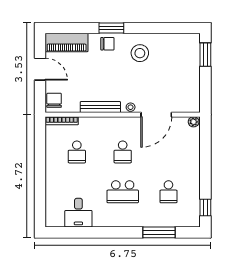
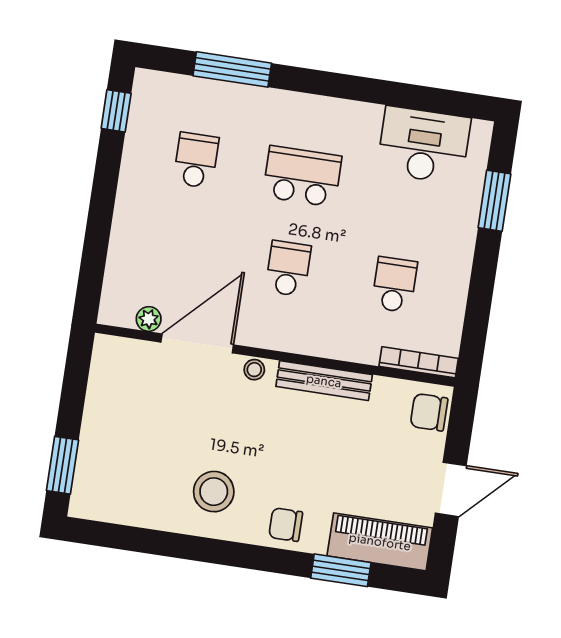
window: (111, 28) -> (341, 570), moved
door: (40, 69) -> (451, 489), swing flipped
chair: (54, 100) -> (429, 412), turned 90
plant: (194, 122) -> (149, 319), moved
window: (40, 194) -> (494, 201), added
desk: (78, 213) -> (424, 145), width x1.37

